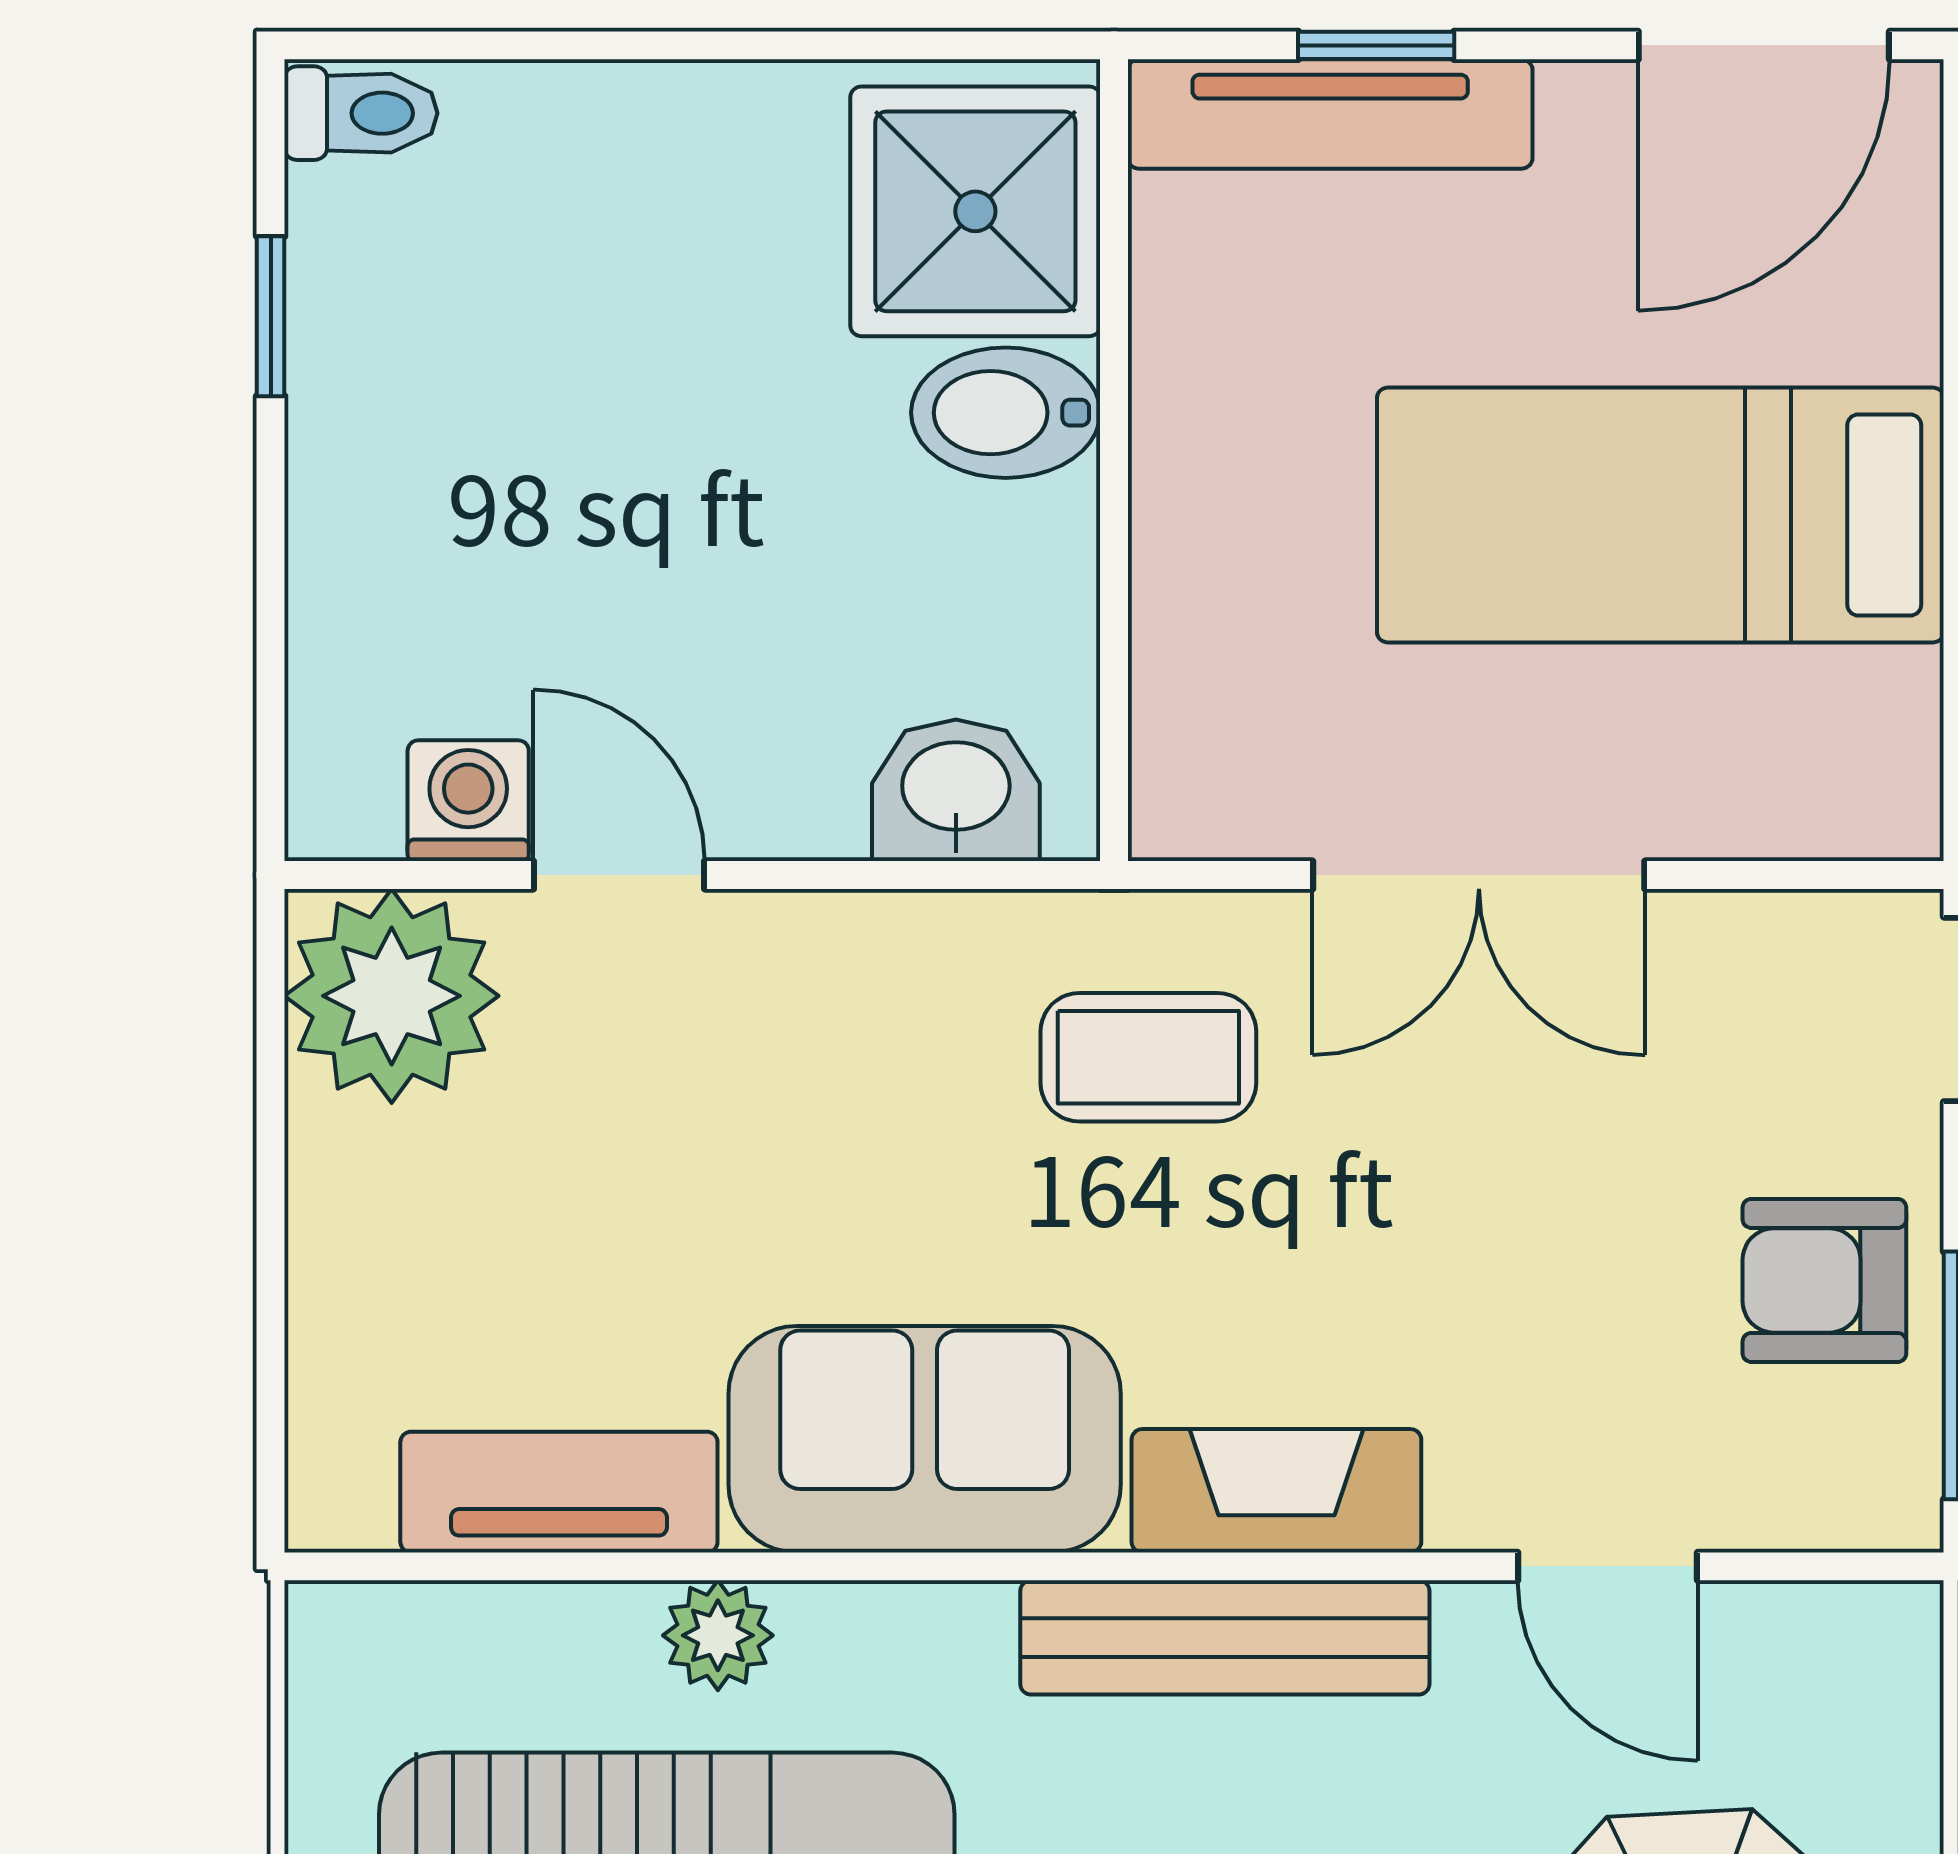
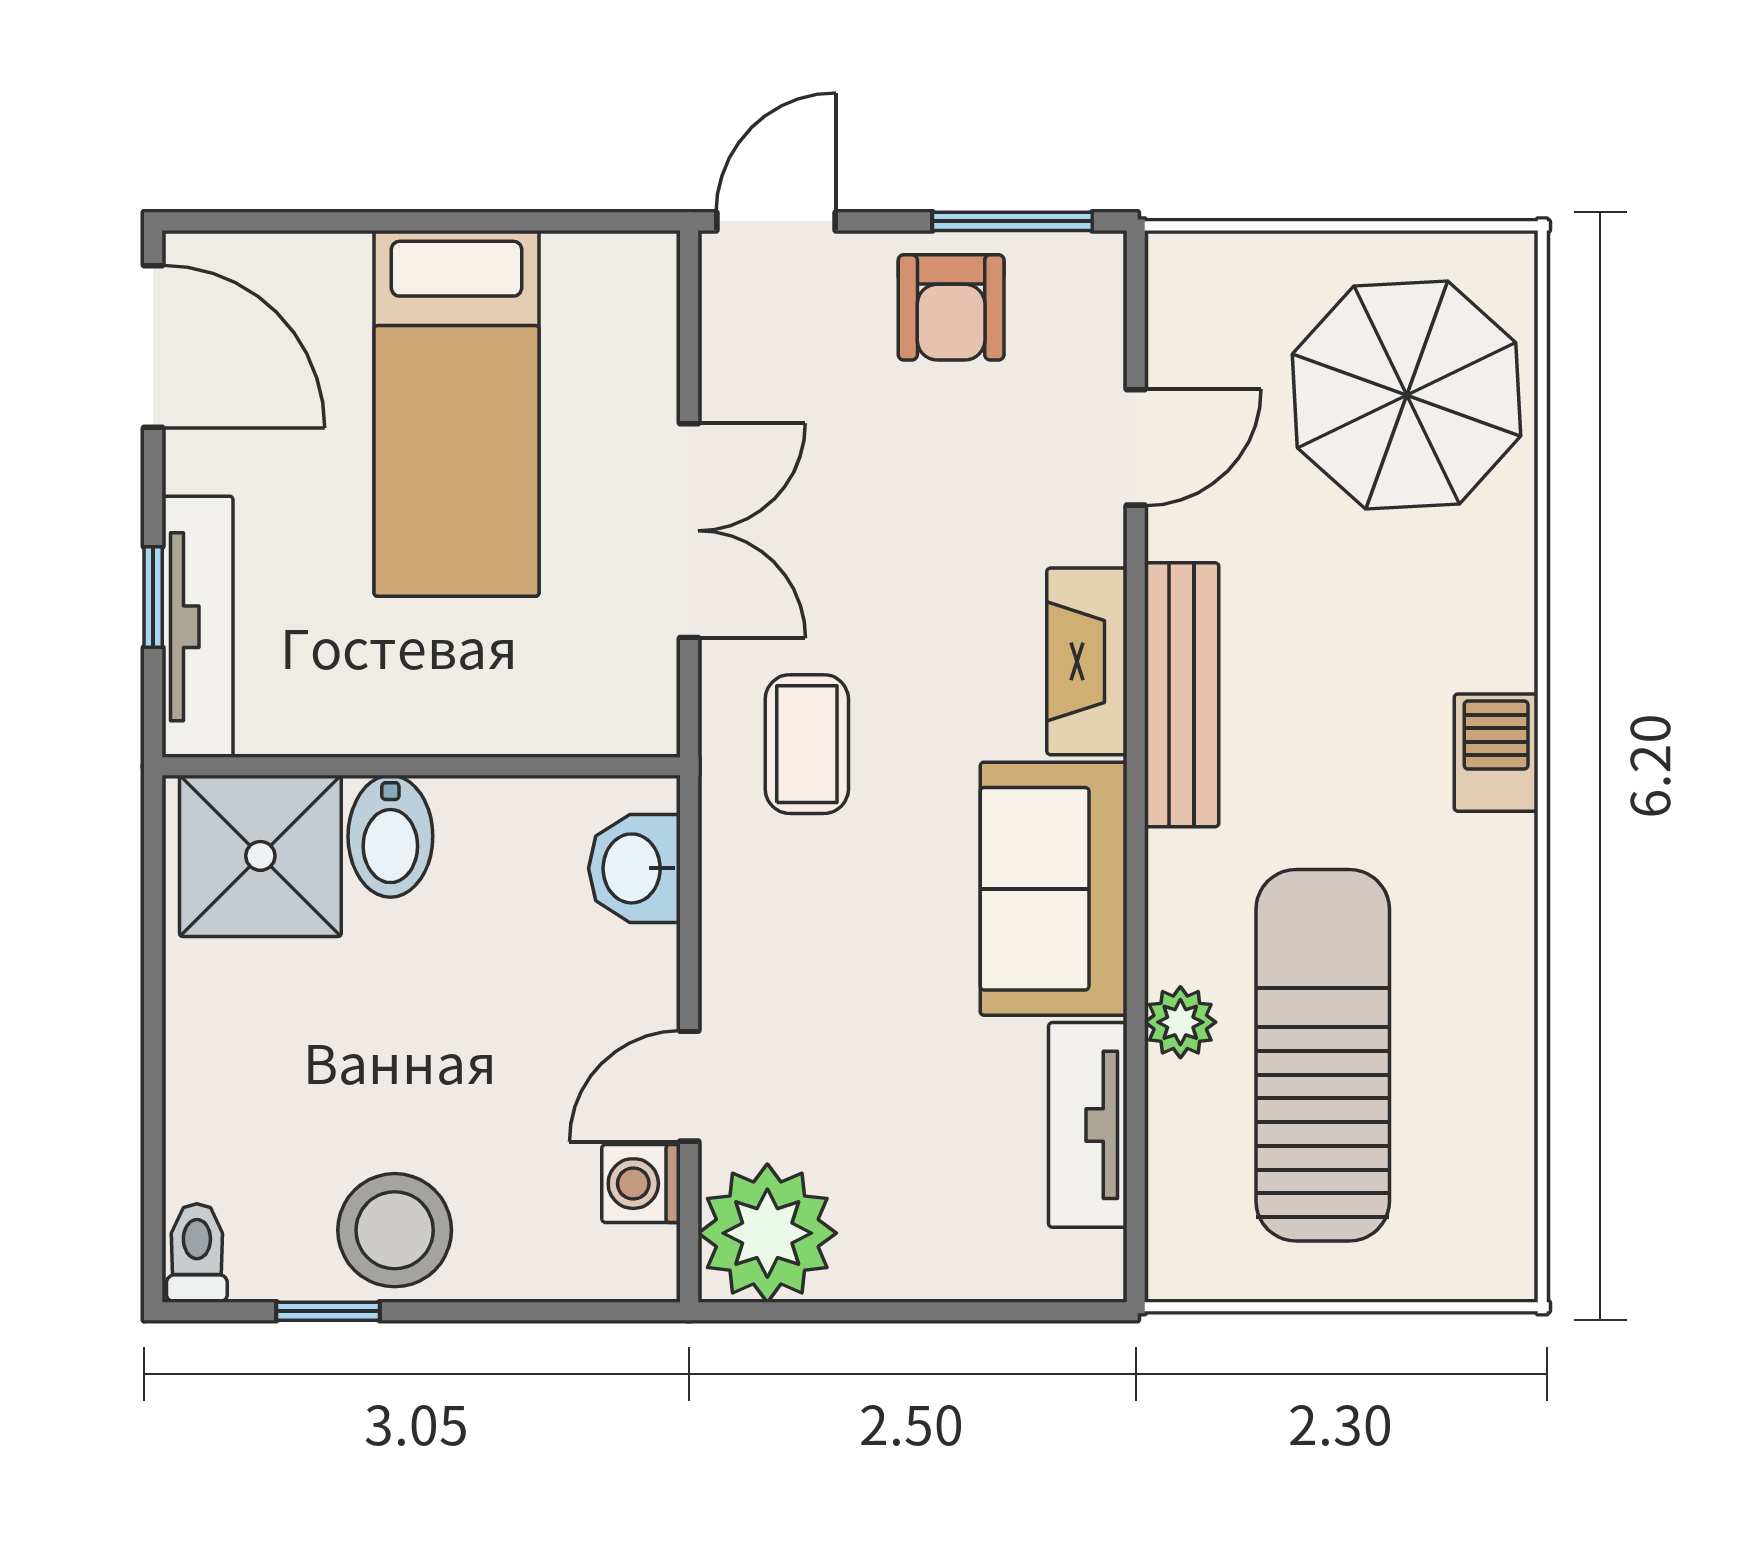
stool: (396, 419) -> (395, 1230), added

